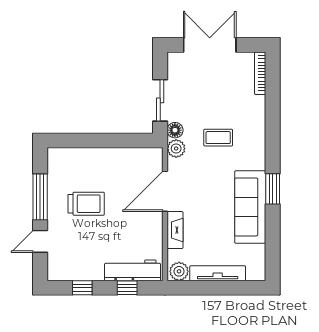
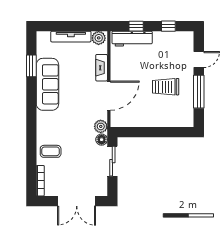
coffee table: (218, 138) -> (51, 151), moved
window: (273, 189) -> (31, 66), moved

